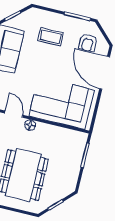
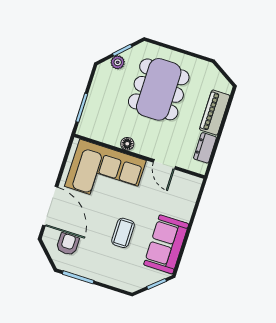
coffee table: (50, 37) -> (123, 233), moved, turned 90
floor lamp: (30, 125) -> (127, 144), moved
plant: (58, 195) -> (118, 62), added

